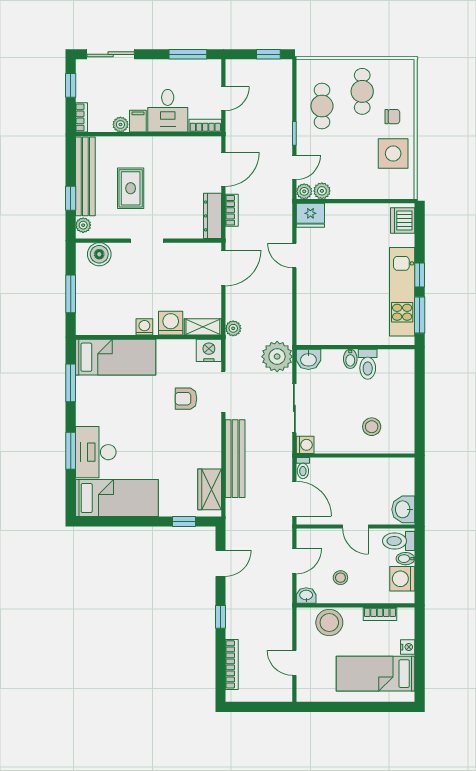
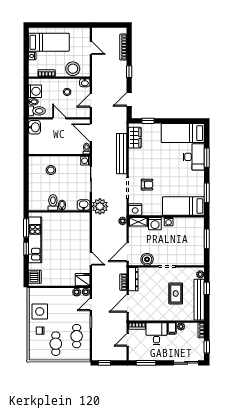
boiler: (99, 254) -> (147, 259), moved

